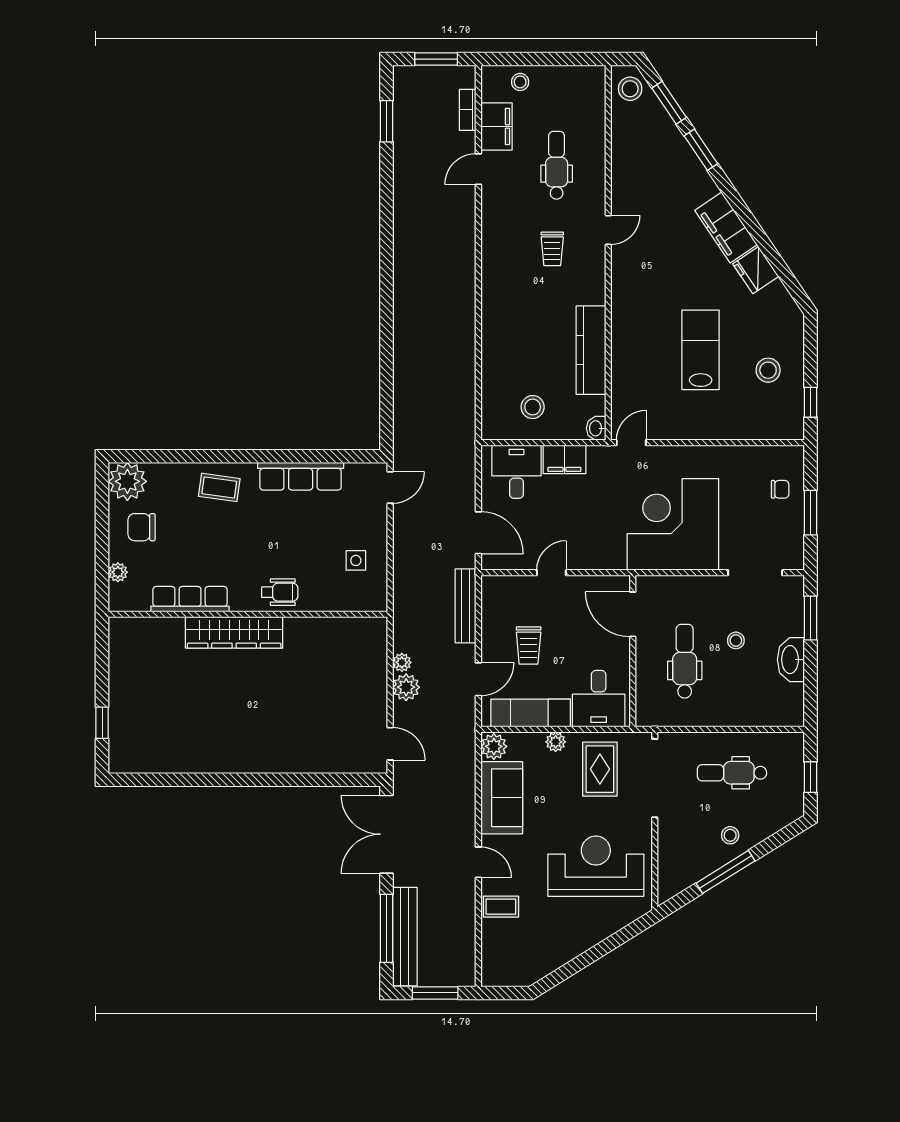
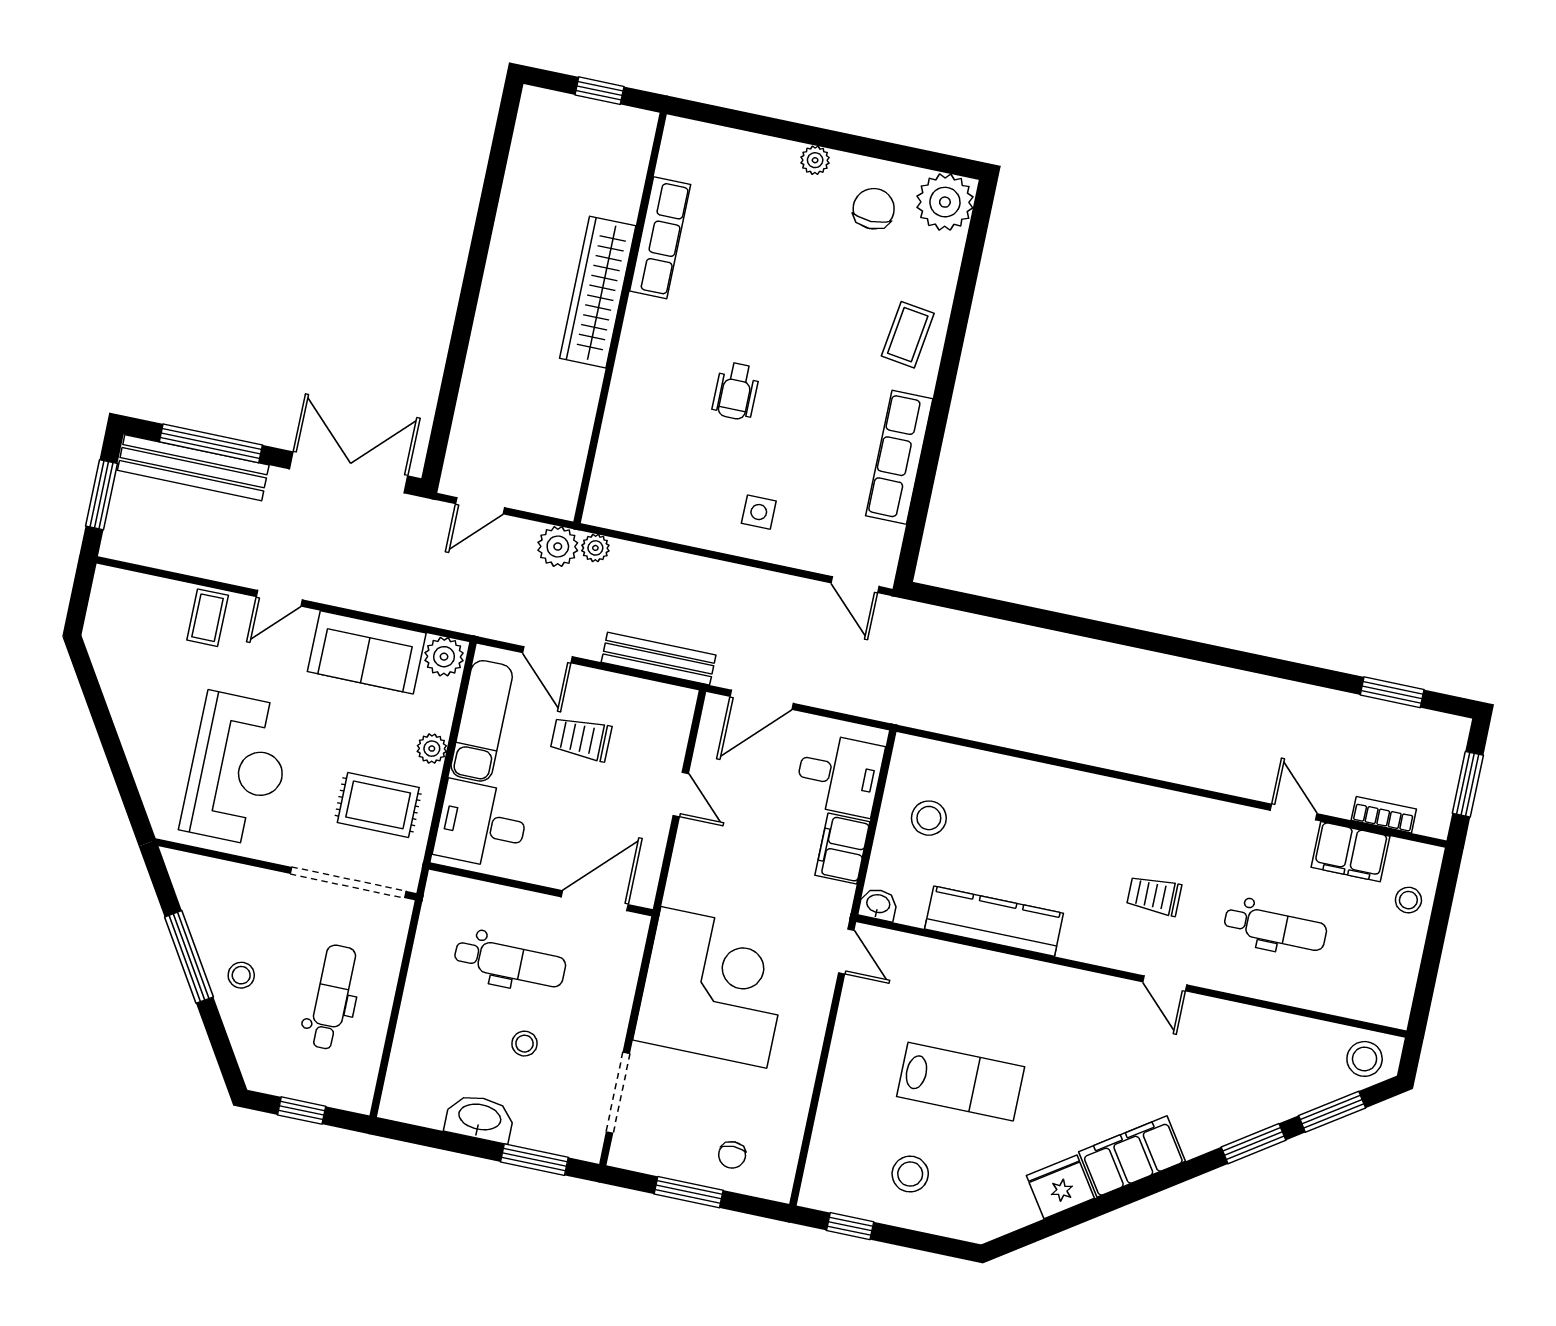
row of seats: (190, 599) -> (660, 238), moved
wall: (248, 614) -> (620, 318), moved
wardrobe: (234, 632) -> (598, 292), moved

